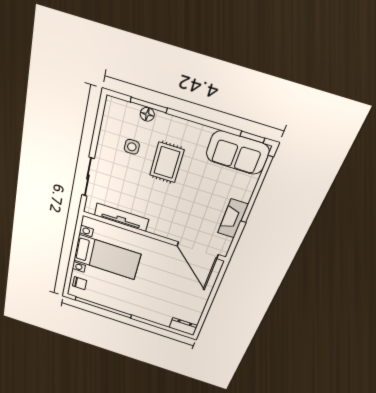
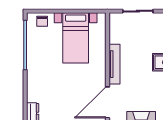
tv unit: (121, 217) -> (114, 64), moved

